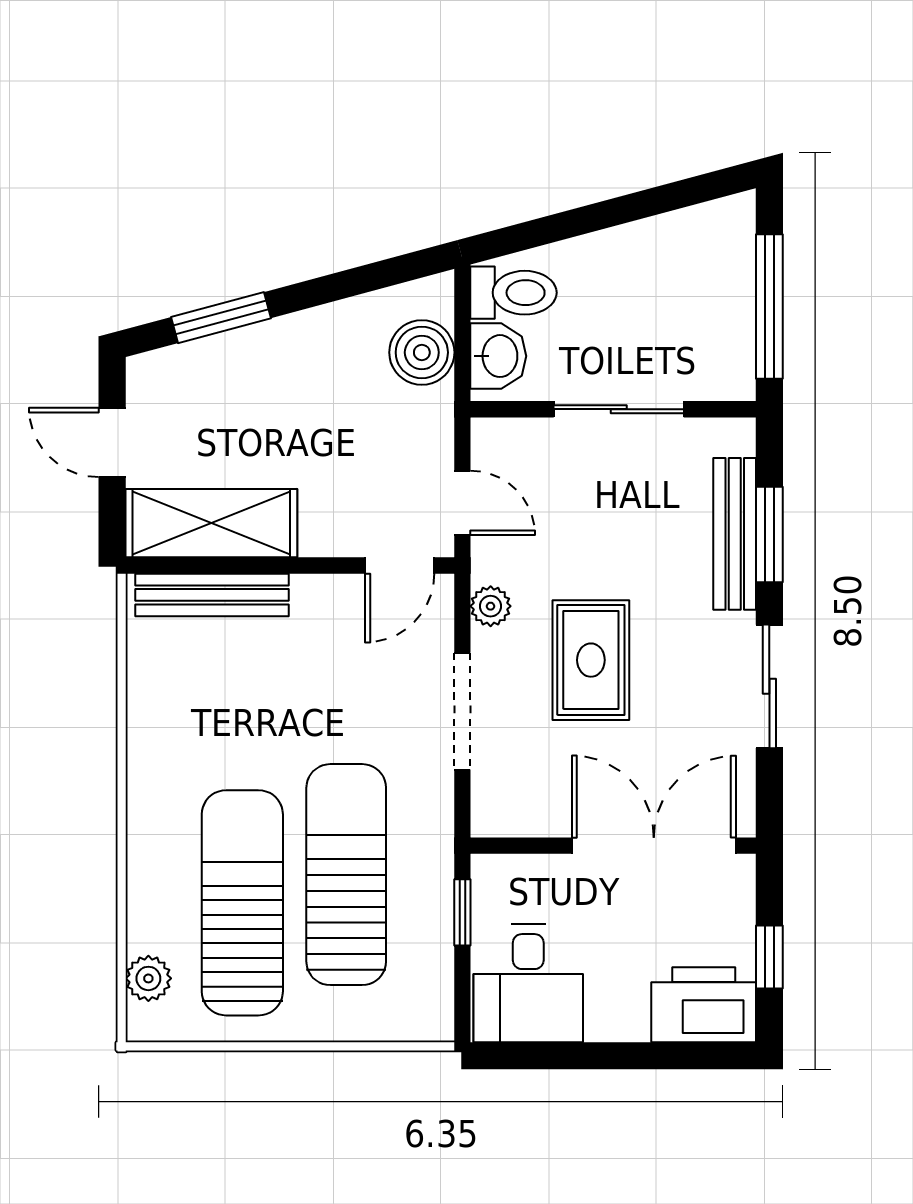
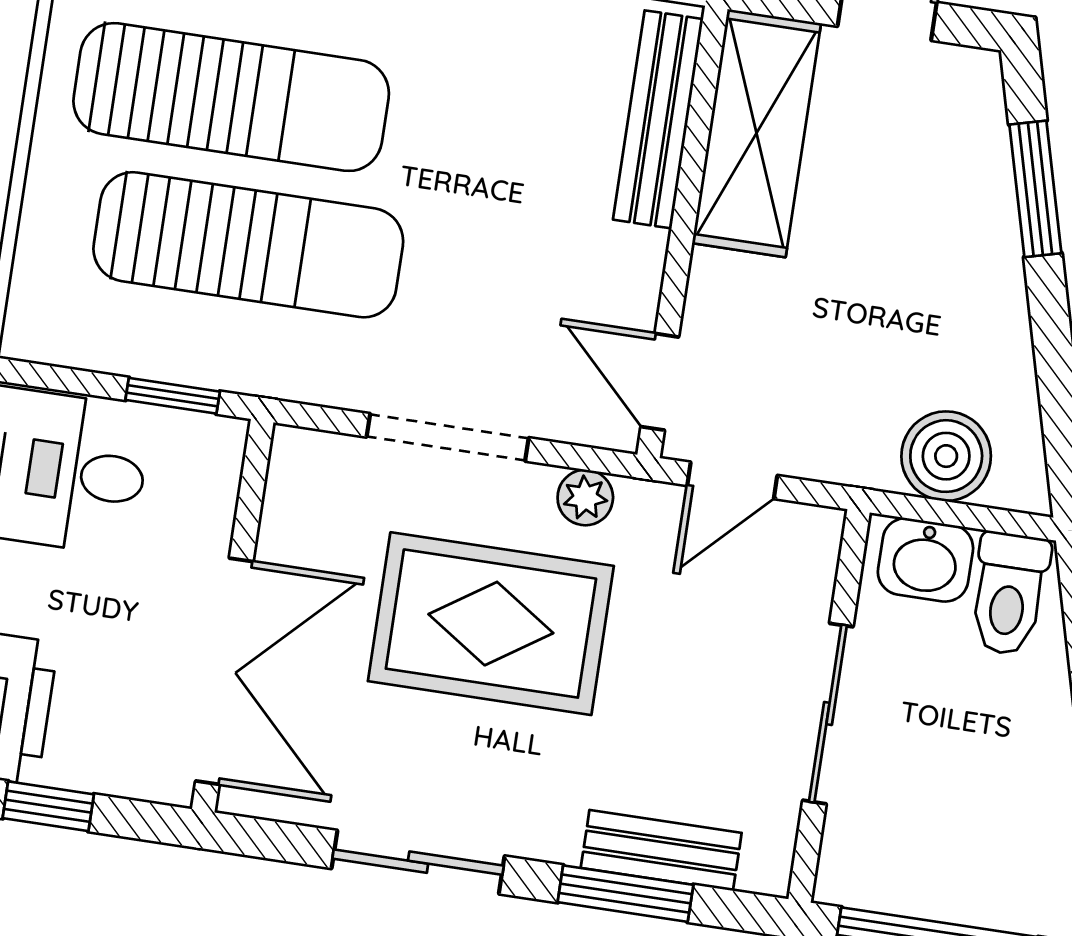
bench: (735, 534) -> (661, 850), width x0.73
rug: (591, 660) -> (491, 624), width x1.36, depth x1.43

